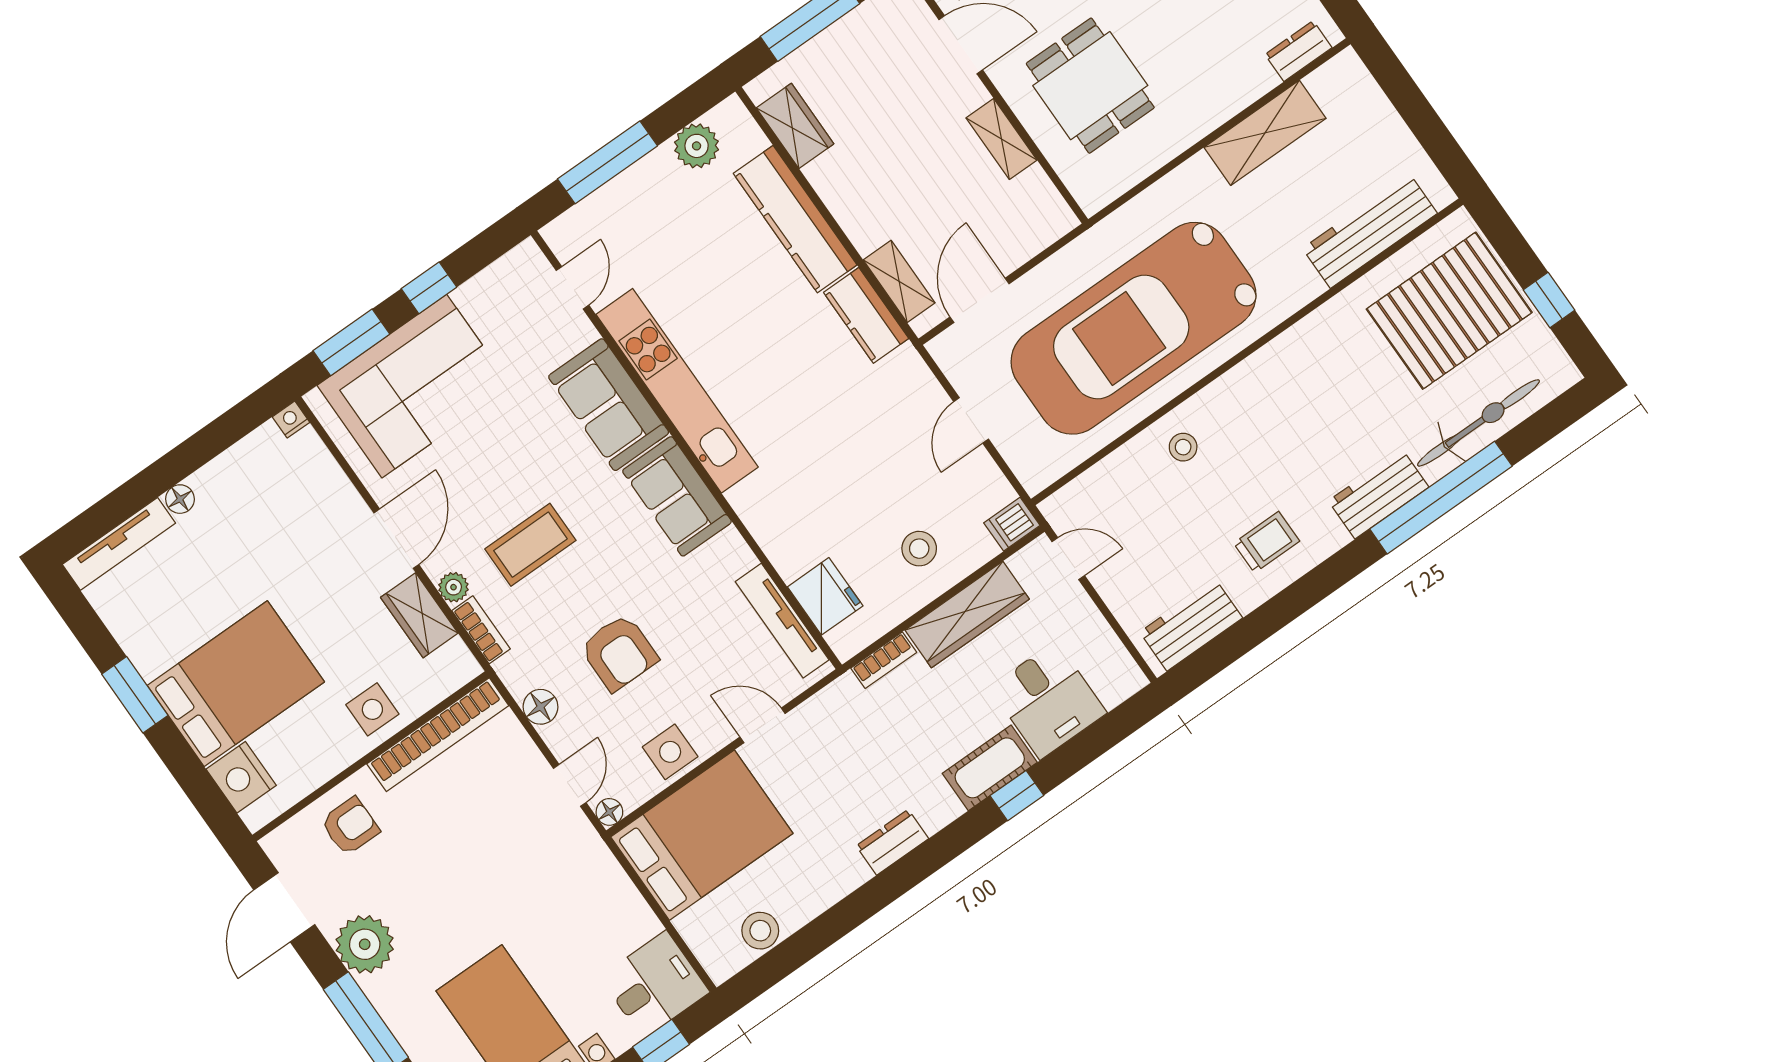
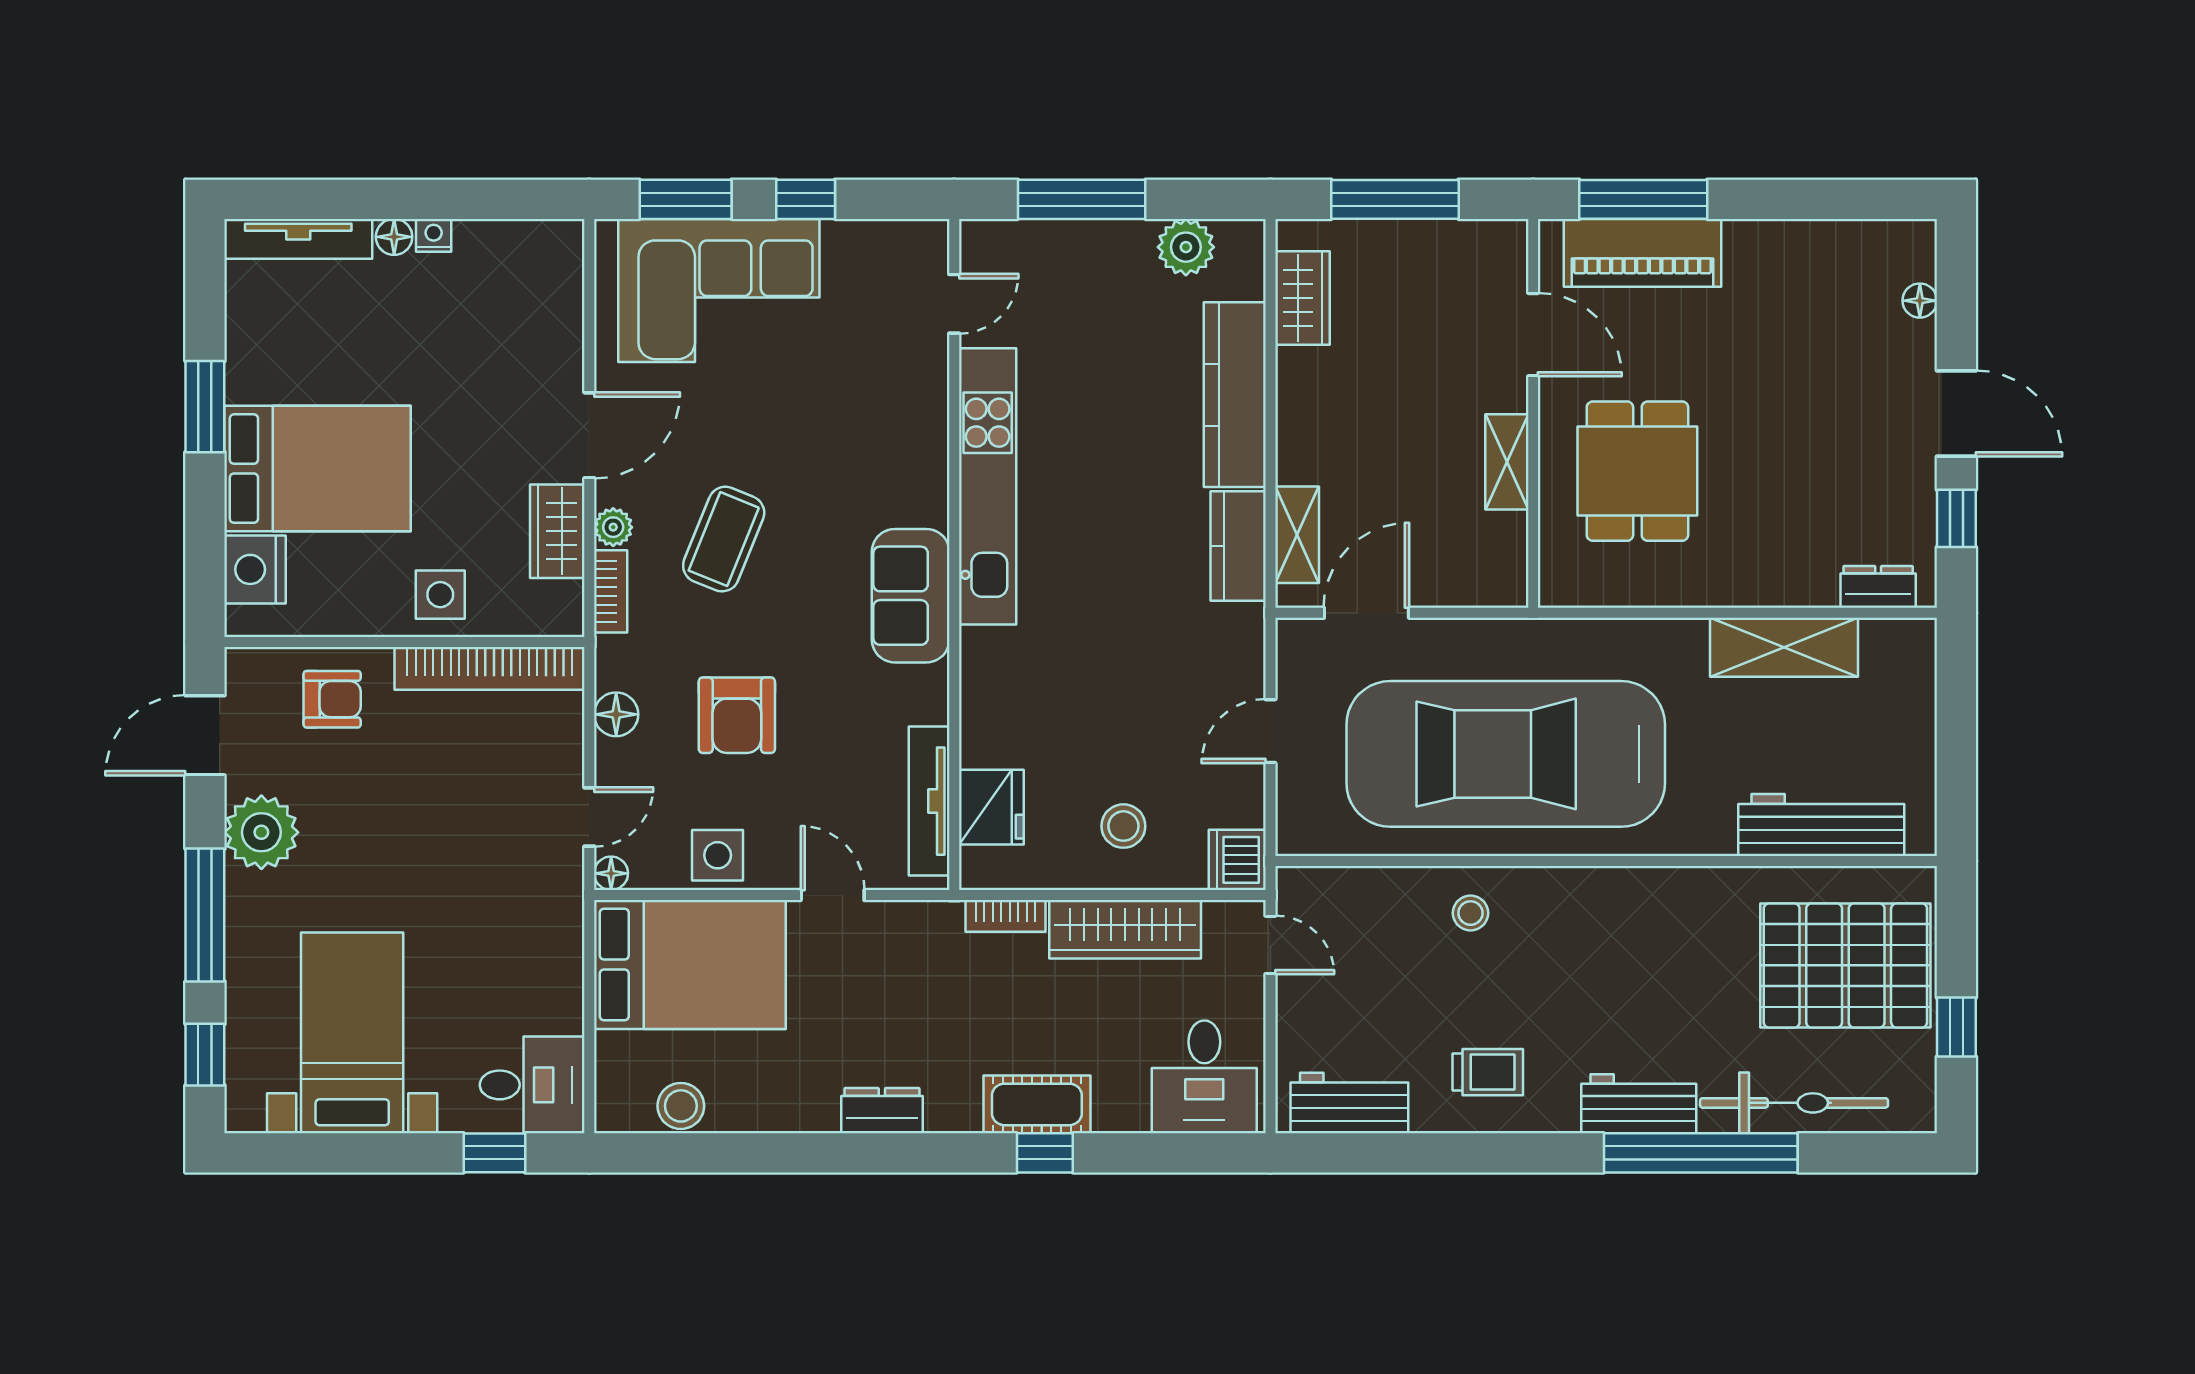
sofa: (609, 405) -> (907, 451), removed
nightstand: (291, 420) -> (434, 235), moved
dishwasher: (1012, 524) -> (1237, 860), width x1.38
coffee table: (530, 545) -> (724, 539), turned -68
desk: (1048, 700) -> (1204, 1077), moved

